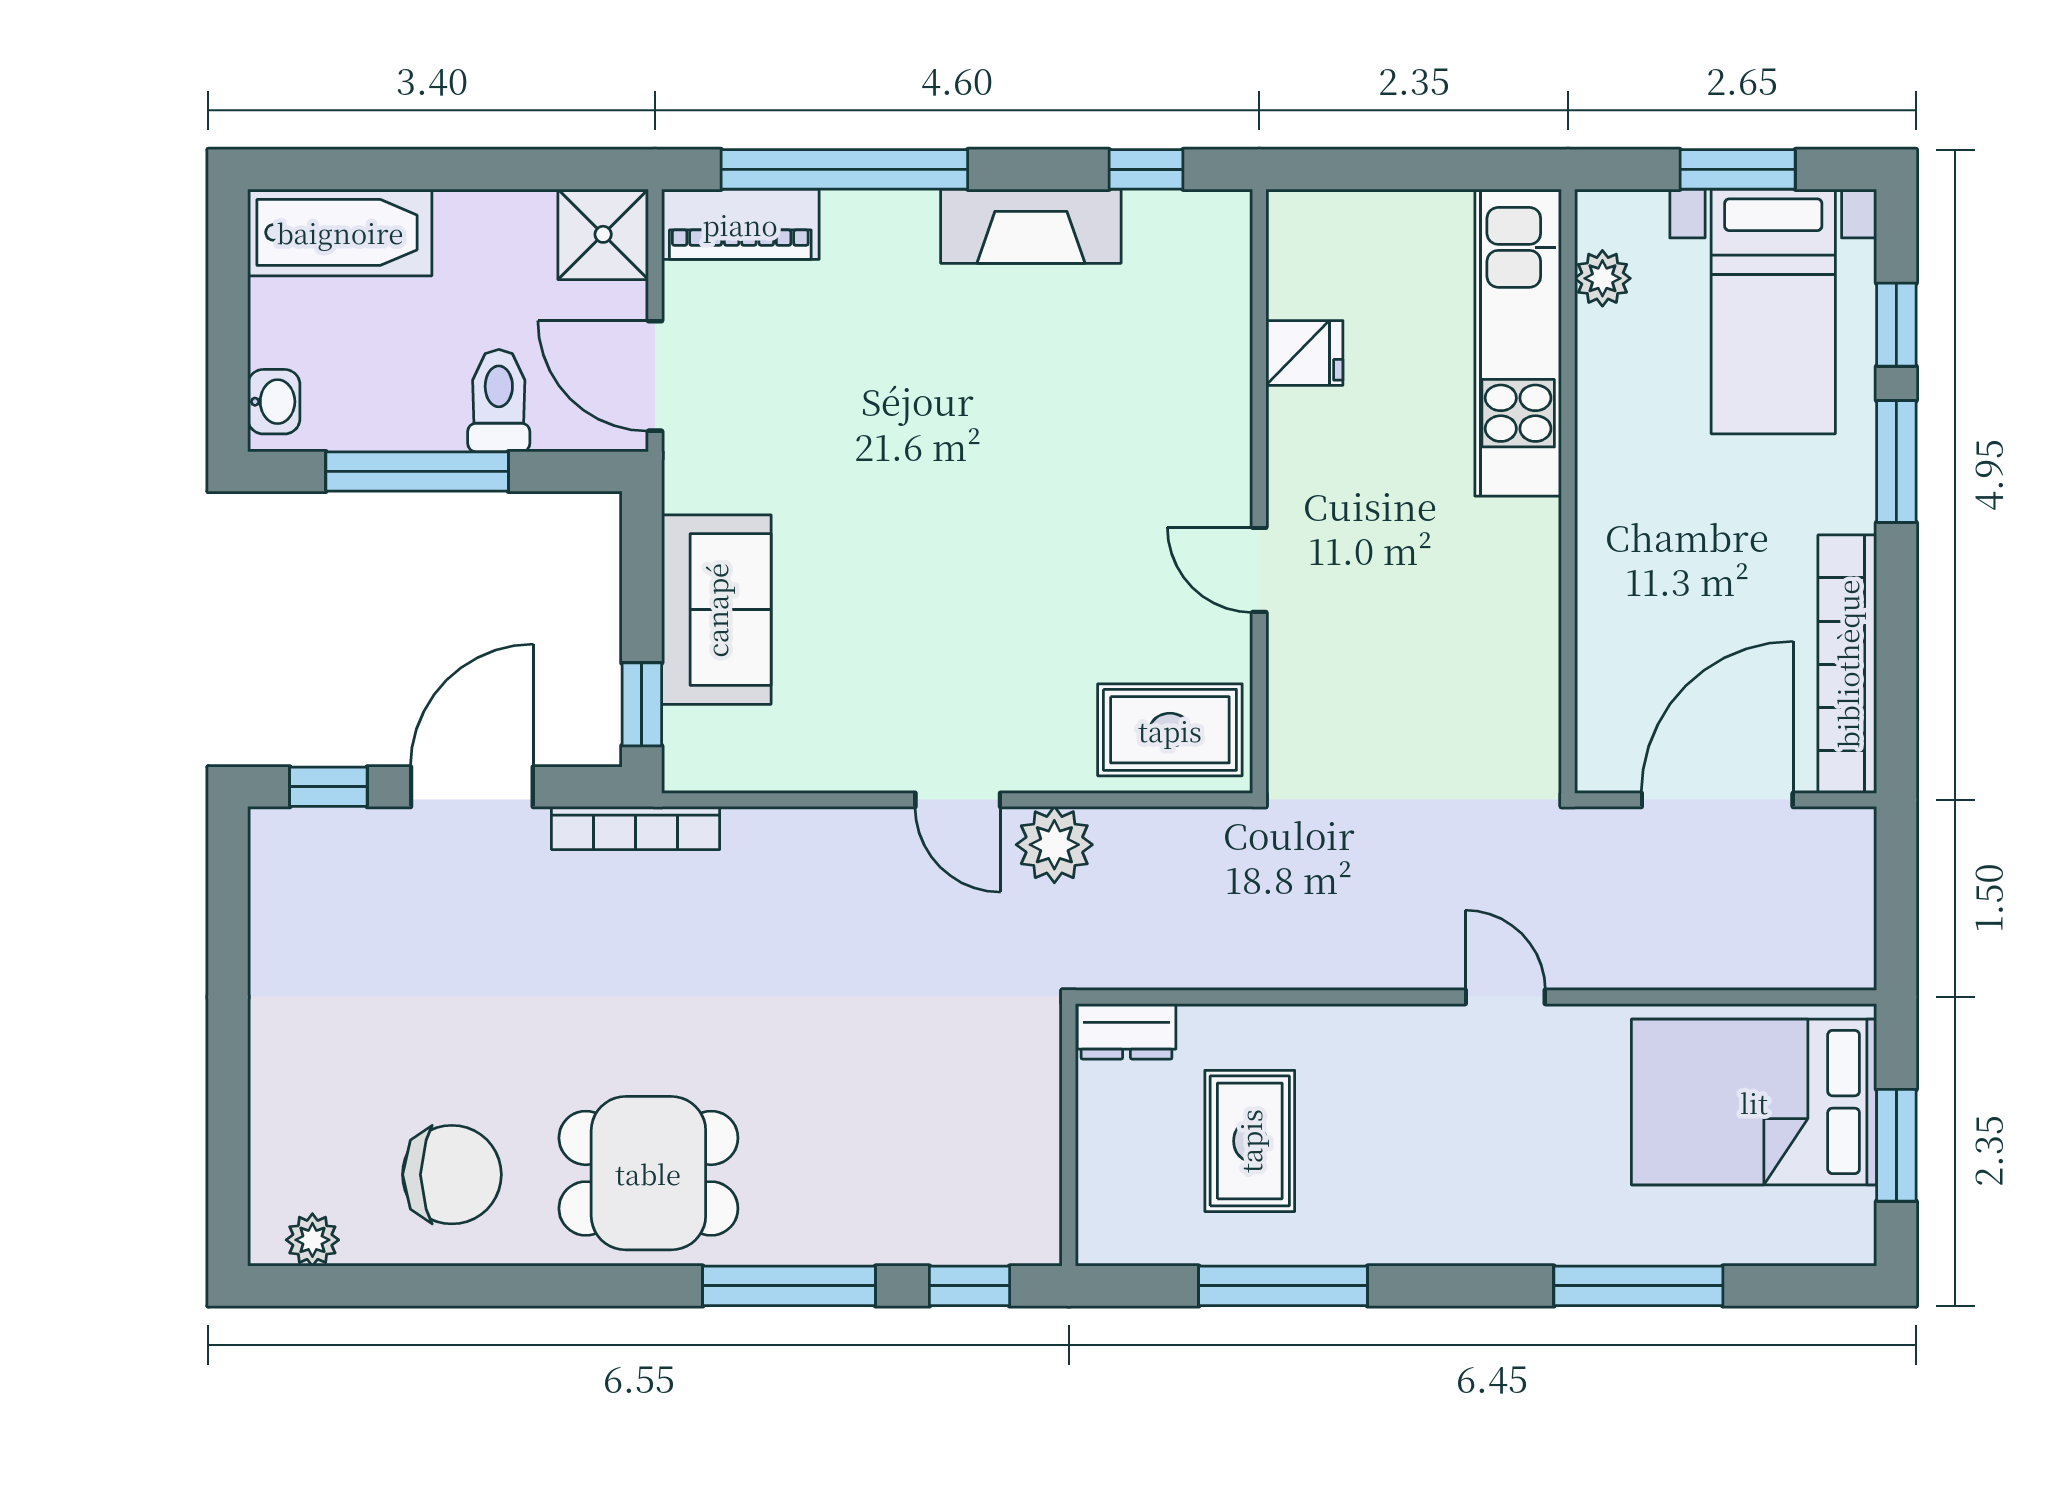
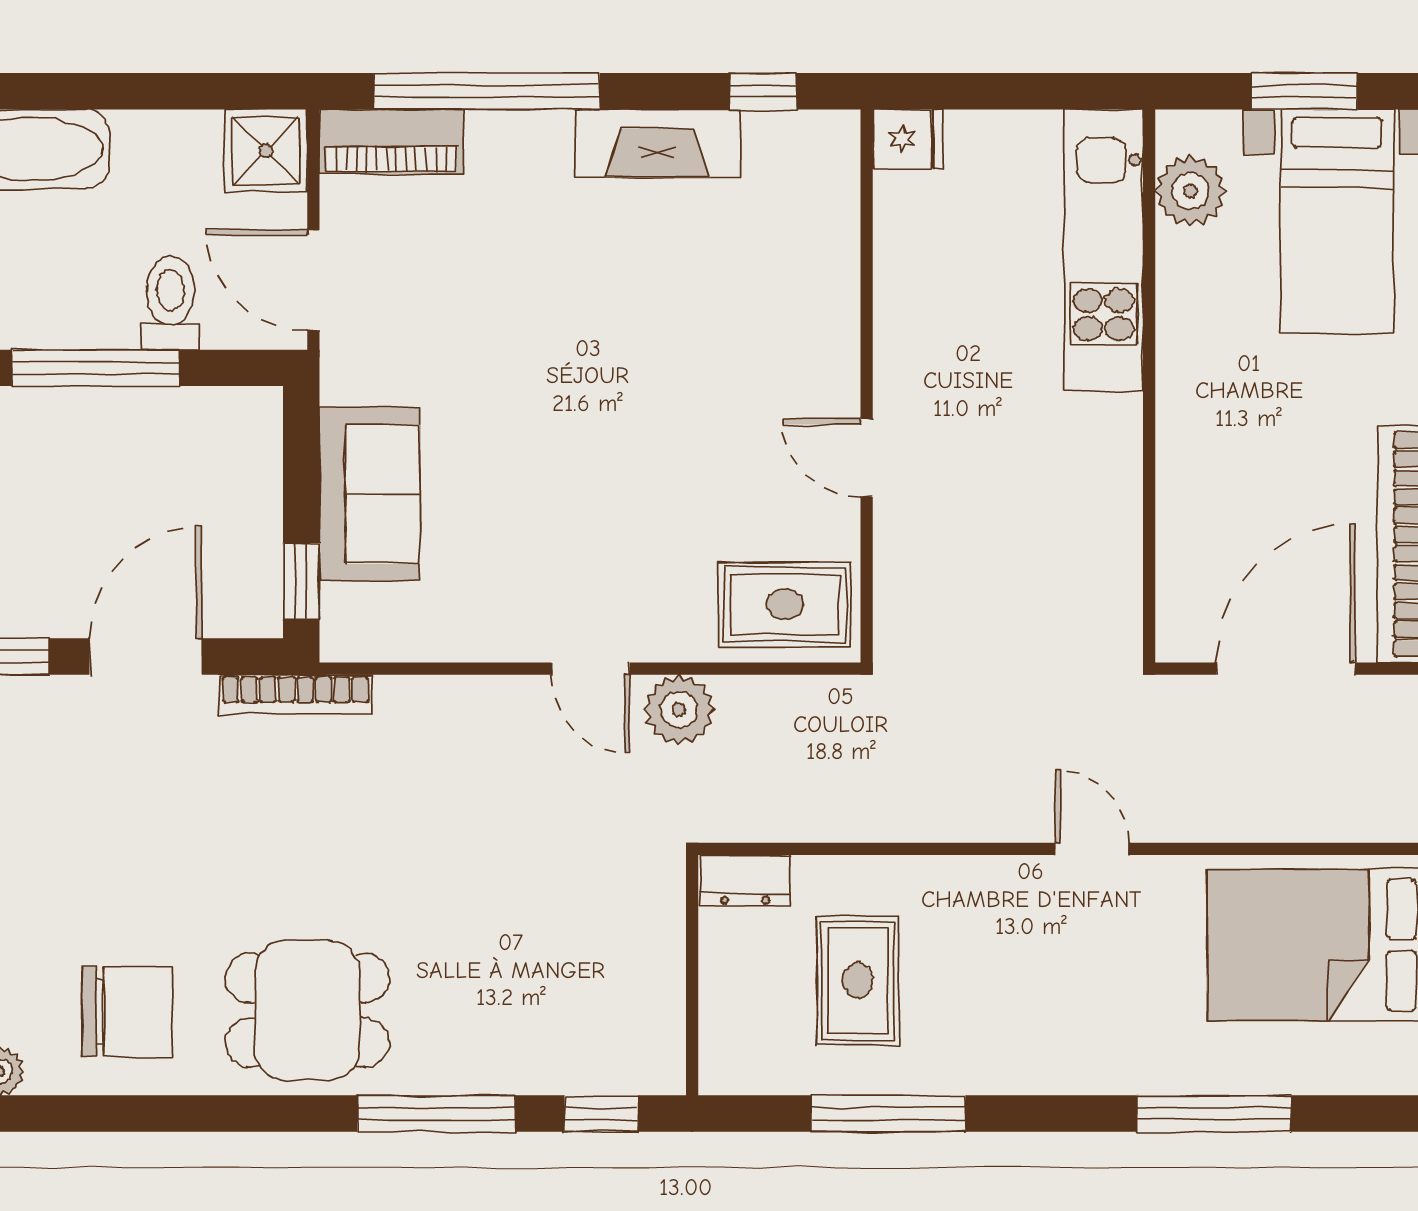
plant: (1602, 278) -> (1190, 191), width x1.38, depth x1.38
fridge: (1304, 353) -> (908, 139), moved

